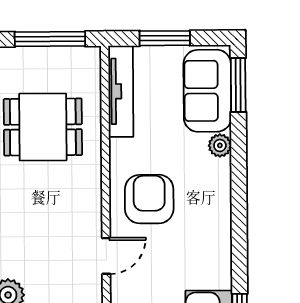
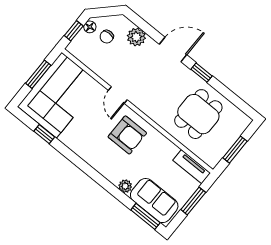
window: (50, 39) -> (235, 150), width x0.69
tv unit: (121, 91) -> (192, 167), width x0.71

